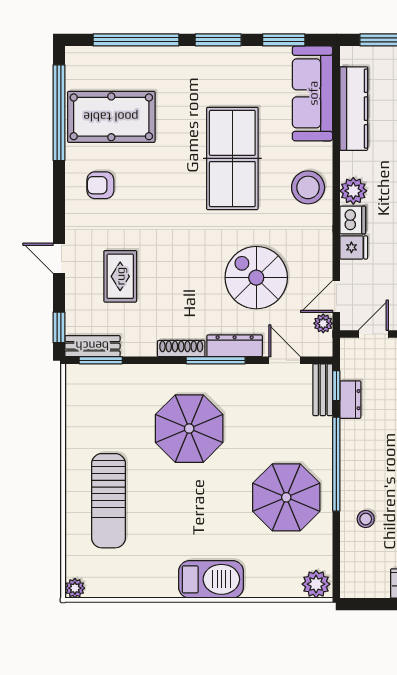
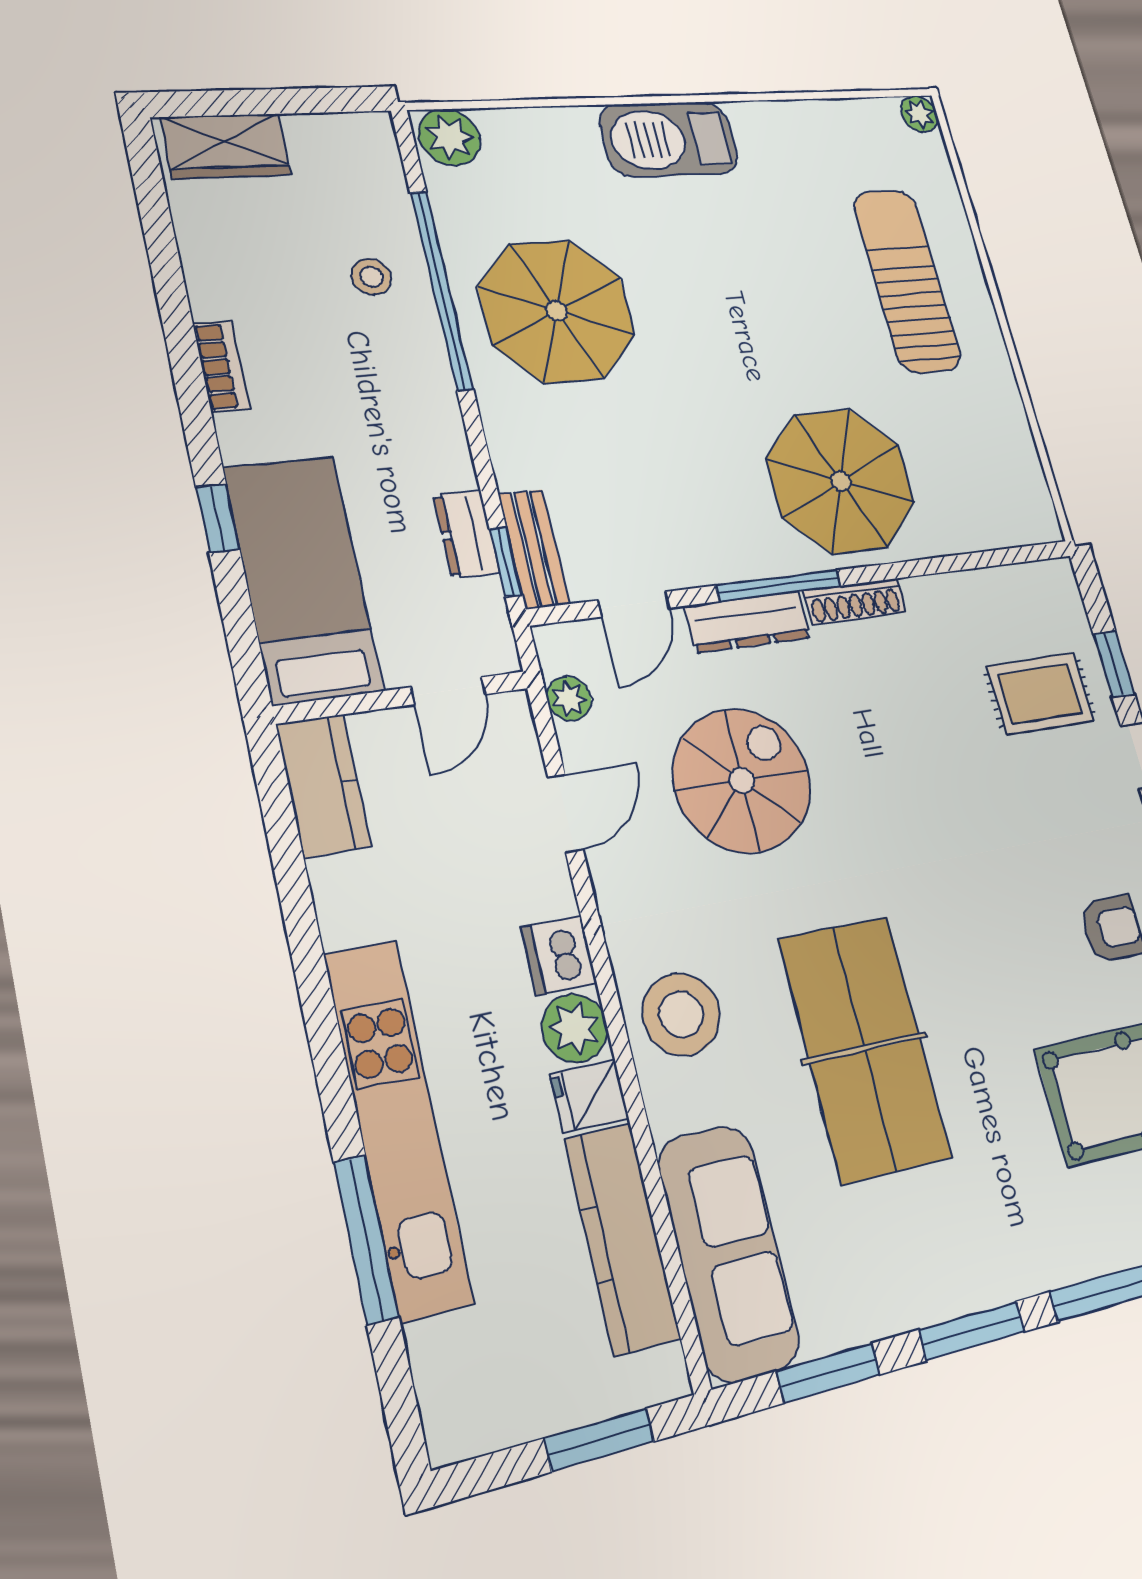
fridge: (354, 247) -> (589, 1096), moved
rug: (120, 276) -> (1040, 694), moved, turned 90
spiral stairs: (256, 278) -> (742, 780), turned -90
door: (336, 296) -> (565, 813), moved
window: (59, 327) -> (1114, 664), moved
bench: (92, 346) -> (1026, 584), removed
window: (101, 360) -> (1002, 557), removed
door: (285, 360) -> (634, 604), hinge flipped
parasol: (189, 429) -> (841, 481), moved
window: (336, 464) -> (441, 290), moved

